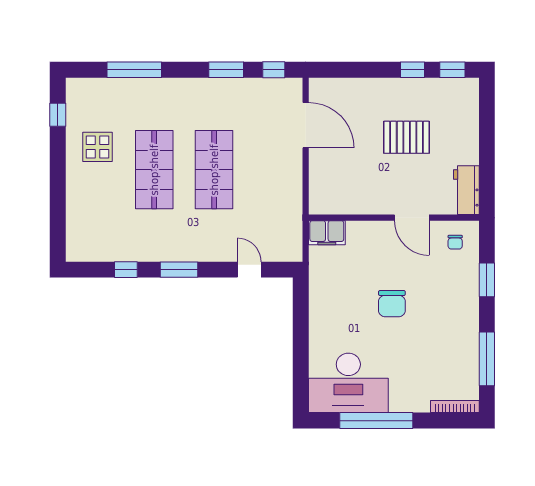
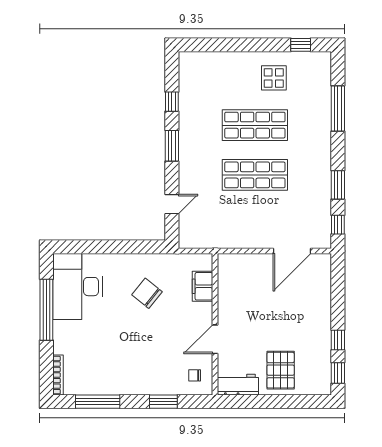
pallet: (407, 137) -> (281, 370), moved
filing cabinet: (327, 233) -> (202, 286), moved
chair: (392, 304) -> (147, 293), moved, turned 39

